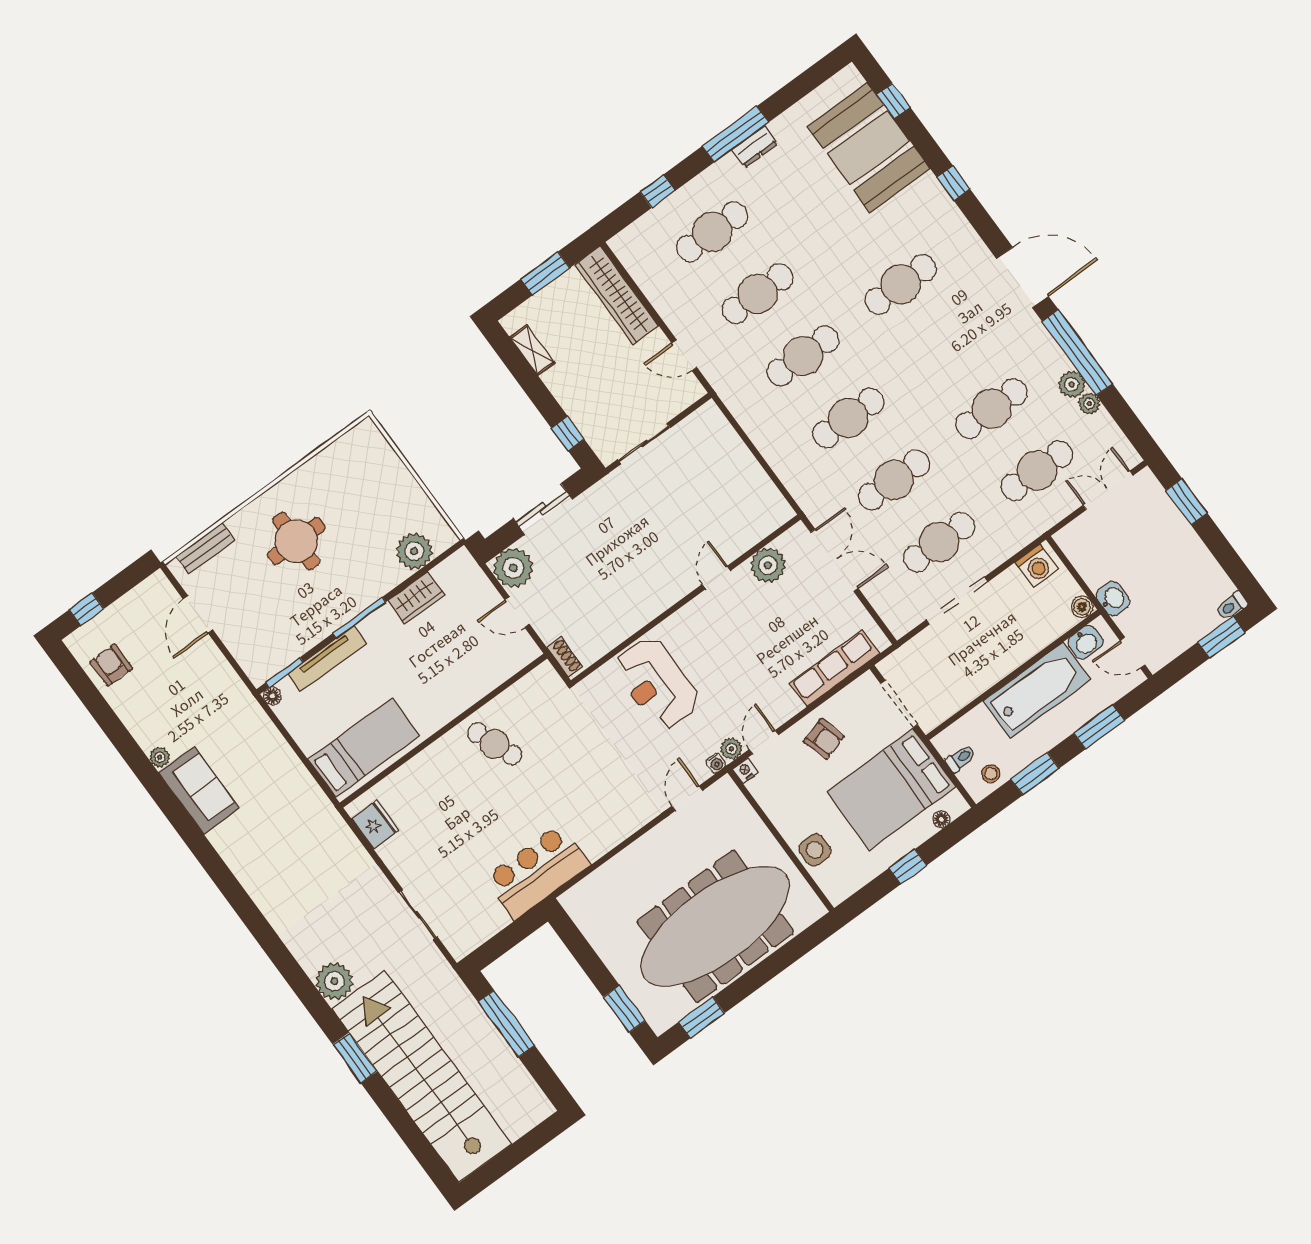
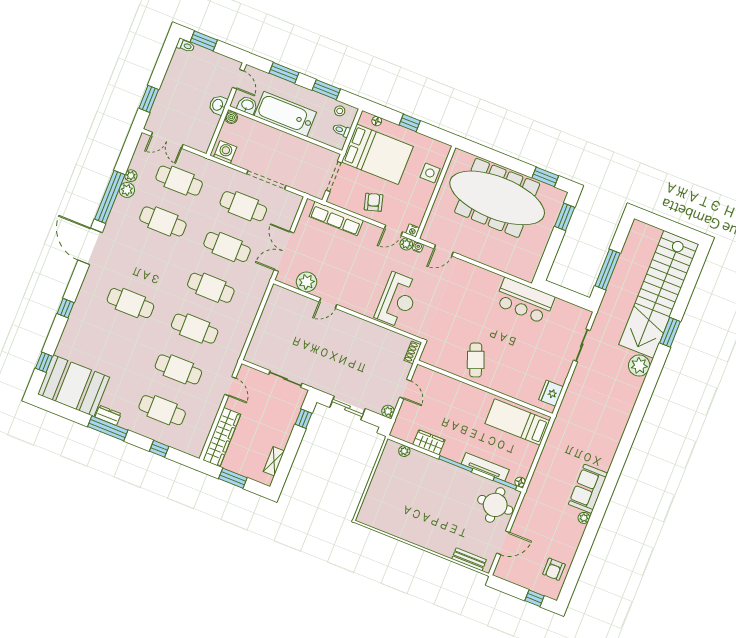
booth: (869, 148) -> (74, 386), moved, turned 90
round table: (296, 541) -> (495, 505), moved
plant: (414, 551) -> (404, 451), width x0.53, depth x0.53
plant: (513, 568) -> (388, 411), width x0.53, depth x0.53

